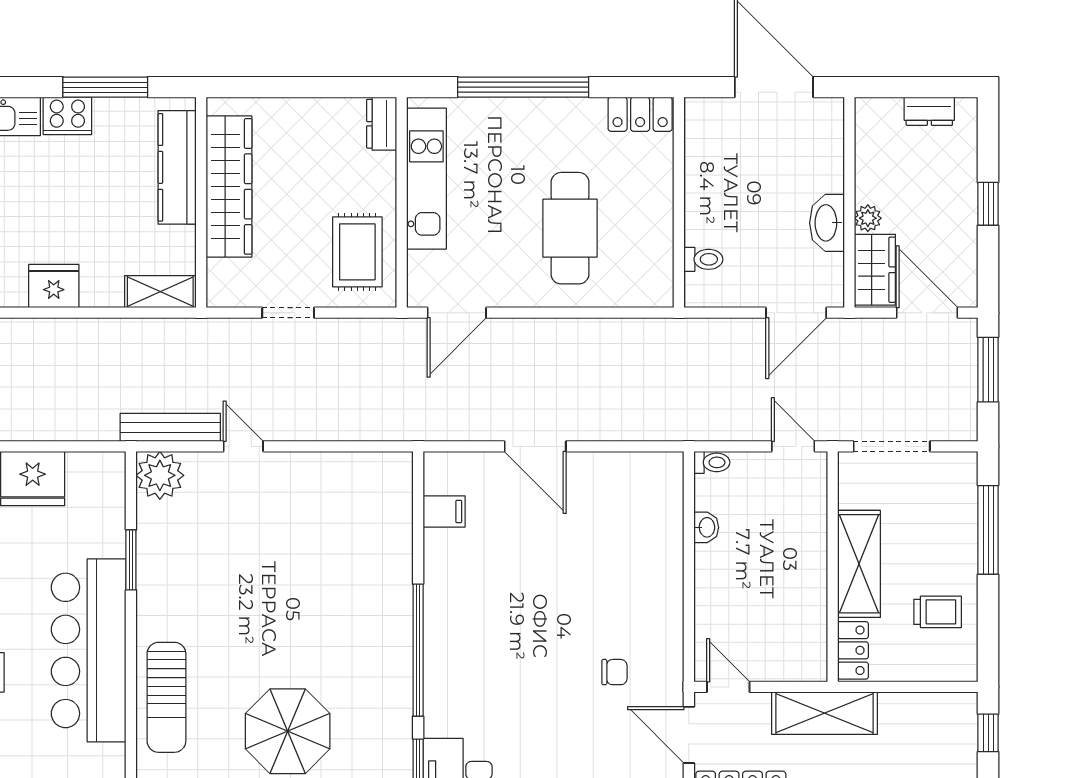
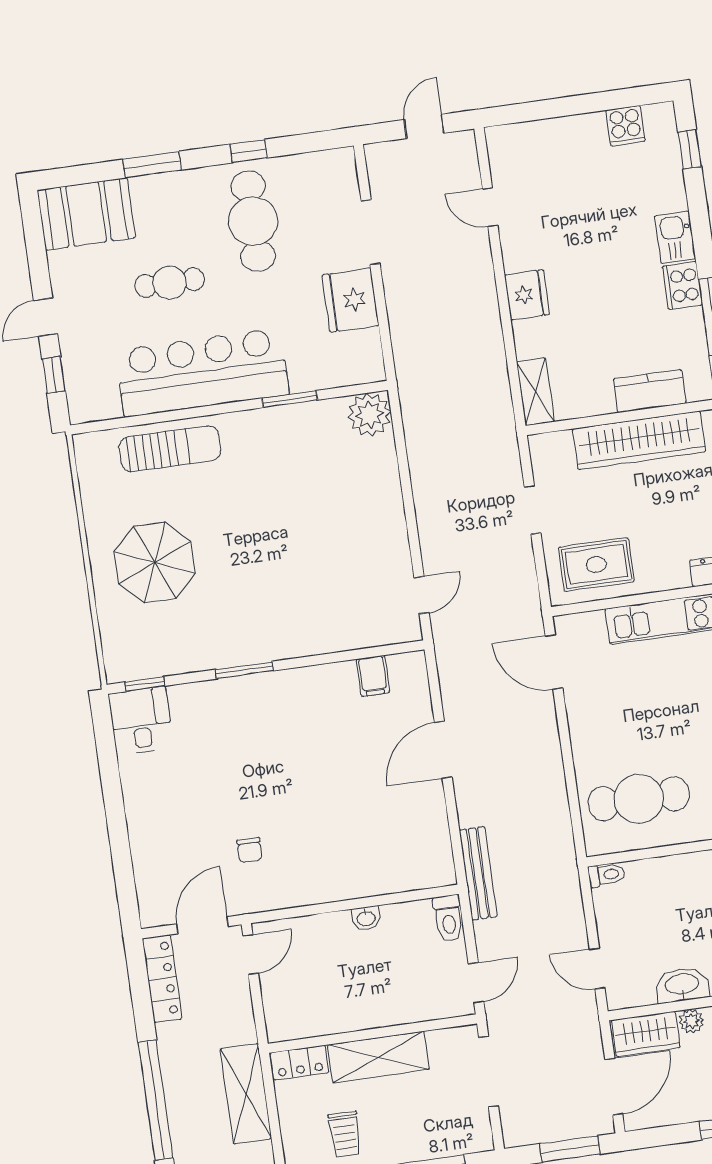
kitchen counter: (177, 167) -> (650, 391), width x0.67
cafe table: (570, 228) -> (639, 799), moved
toilet: (703, 259) -> (606, 875), moved, turned -90
door: (796, 313) -> (597, 969), width x0.73
bench: (170, 427) -> (478, 873), moved
door: (243, 446) -> (422, 595), moved
toilet: (712, 462) -> (448, 918), width x1.37, depth x1.39
washbasin: (706, 527) -> (366, 918), moved
window: (418, 650) -> (244, 670), width x0.47
sun lounger: (166, 697) -> (170, 449), turned 180
shelving: (824, 713) -> (246, 1094), moved

